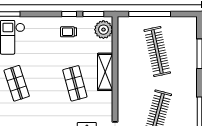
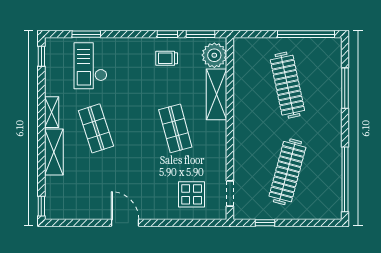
window: (150, 14) -> (306, 34), moved
shelving: (105, 72) -> (217, 94), moved

